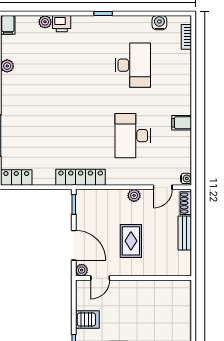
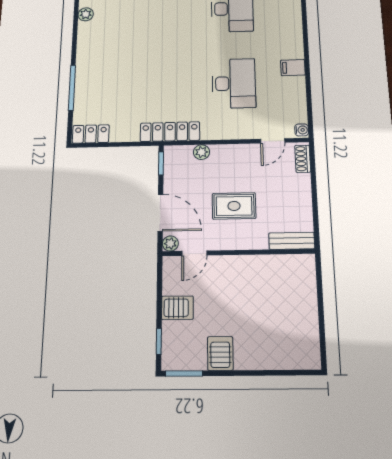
desk: (133, 136) -> (234, 83), turned 180
plant: (134, 195) -> (201, 152), moved
bench: (185, 233) -> (292, 241), moved, turned 90
rug: (131, 241) -> (234, 206), turned 90

